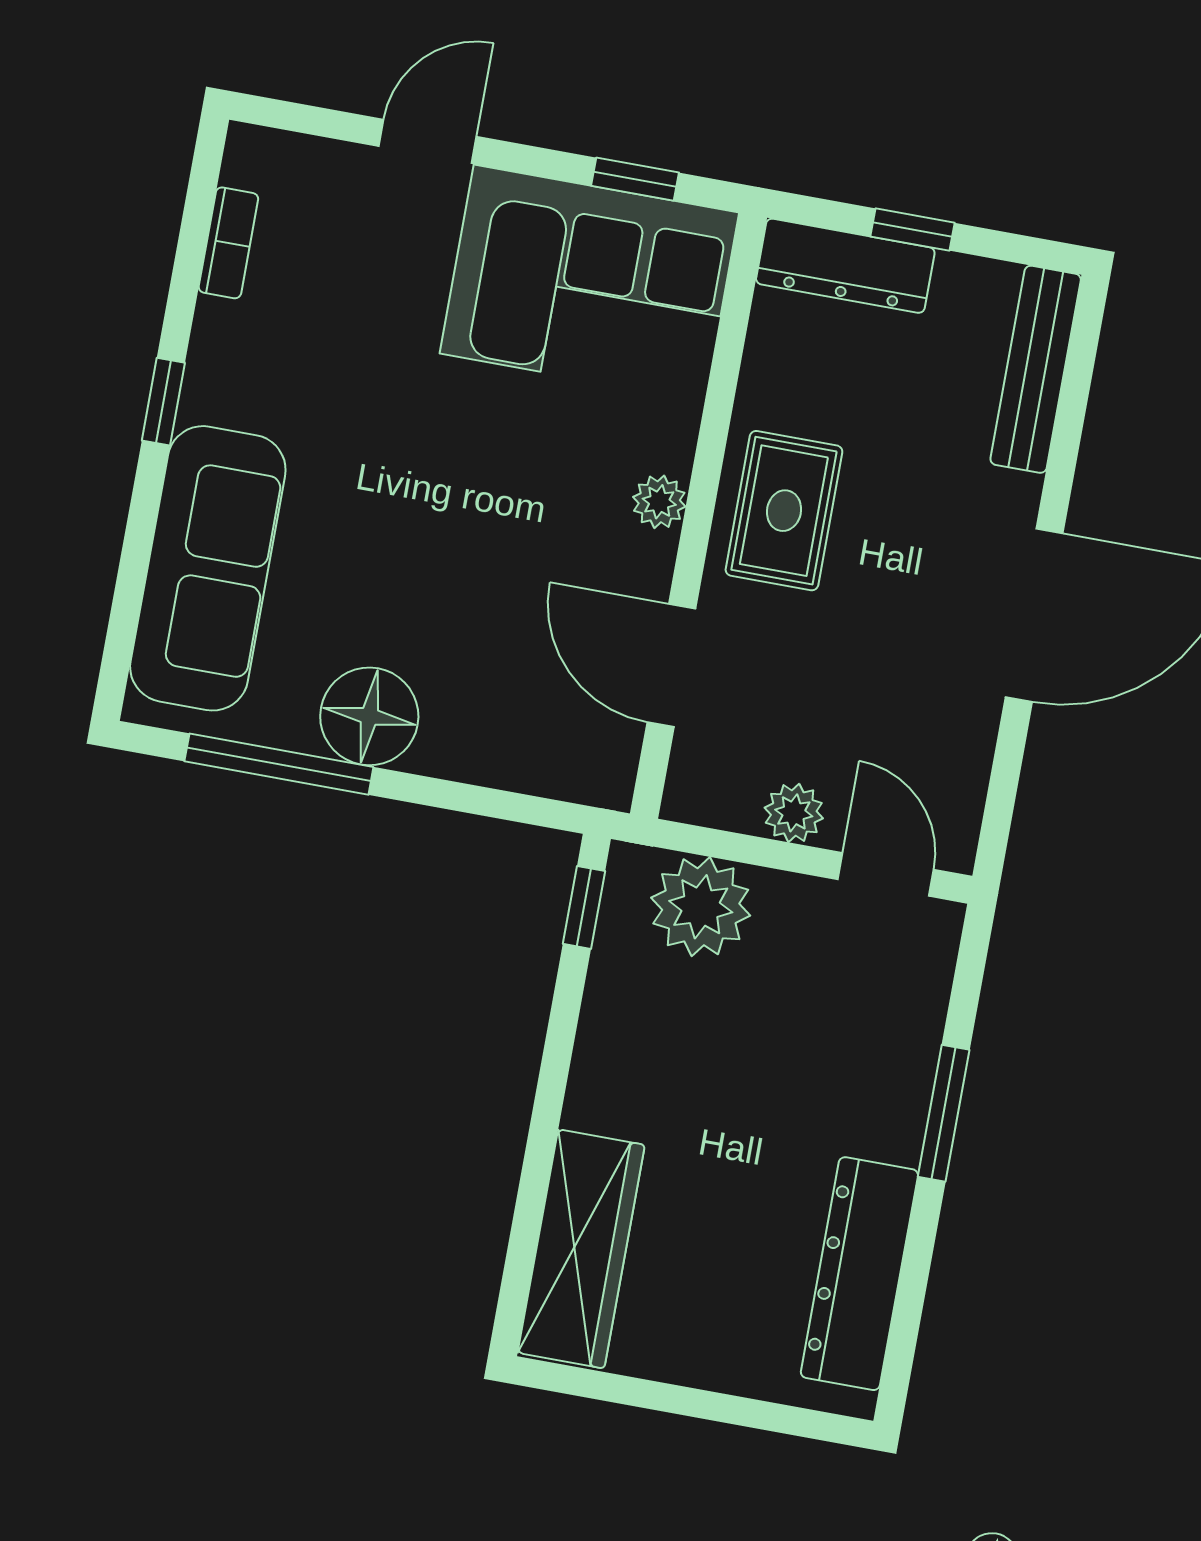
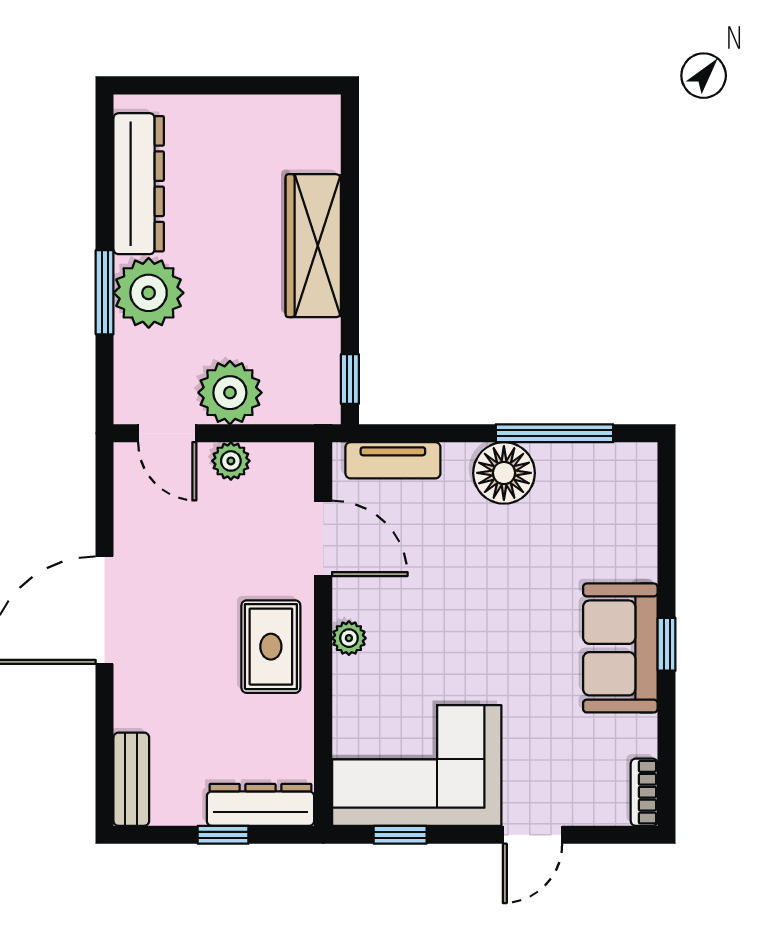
bookcase: (228, 243) -> (644, 792), moved
bench: (1036, 369) -> (131, 779), width x0.73
sofa: (208, 568) -> (620, 648), moved, width x0.73
tv unit: (540, 768) -> (393, 460), added
plant: (701, 907) -> (230, 393), moved
plant: (875, 1100) -> (149, 293), added
wardrobe: (581, 1249) -> (313, 246), moved

